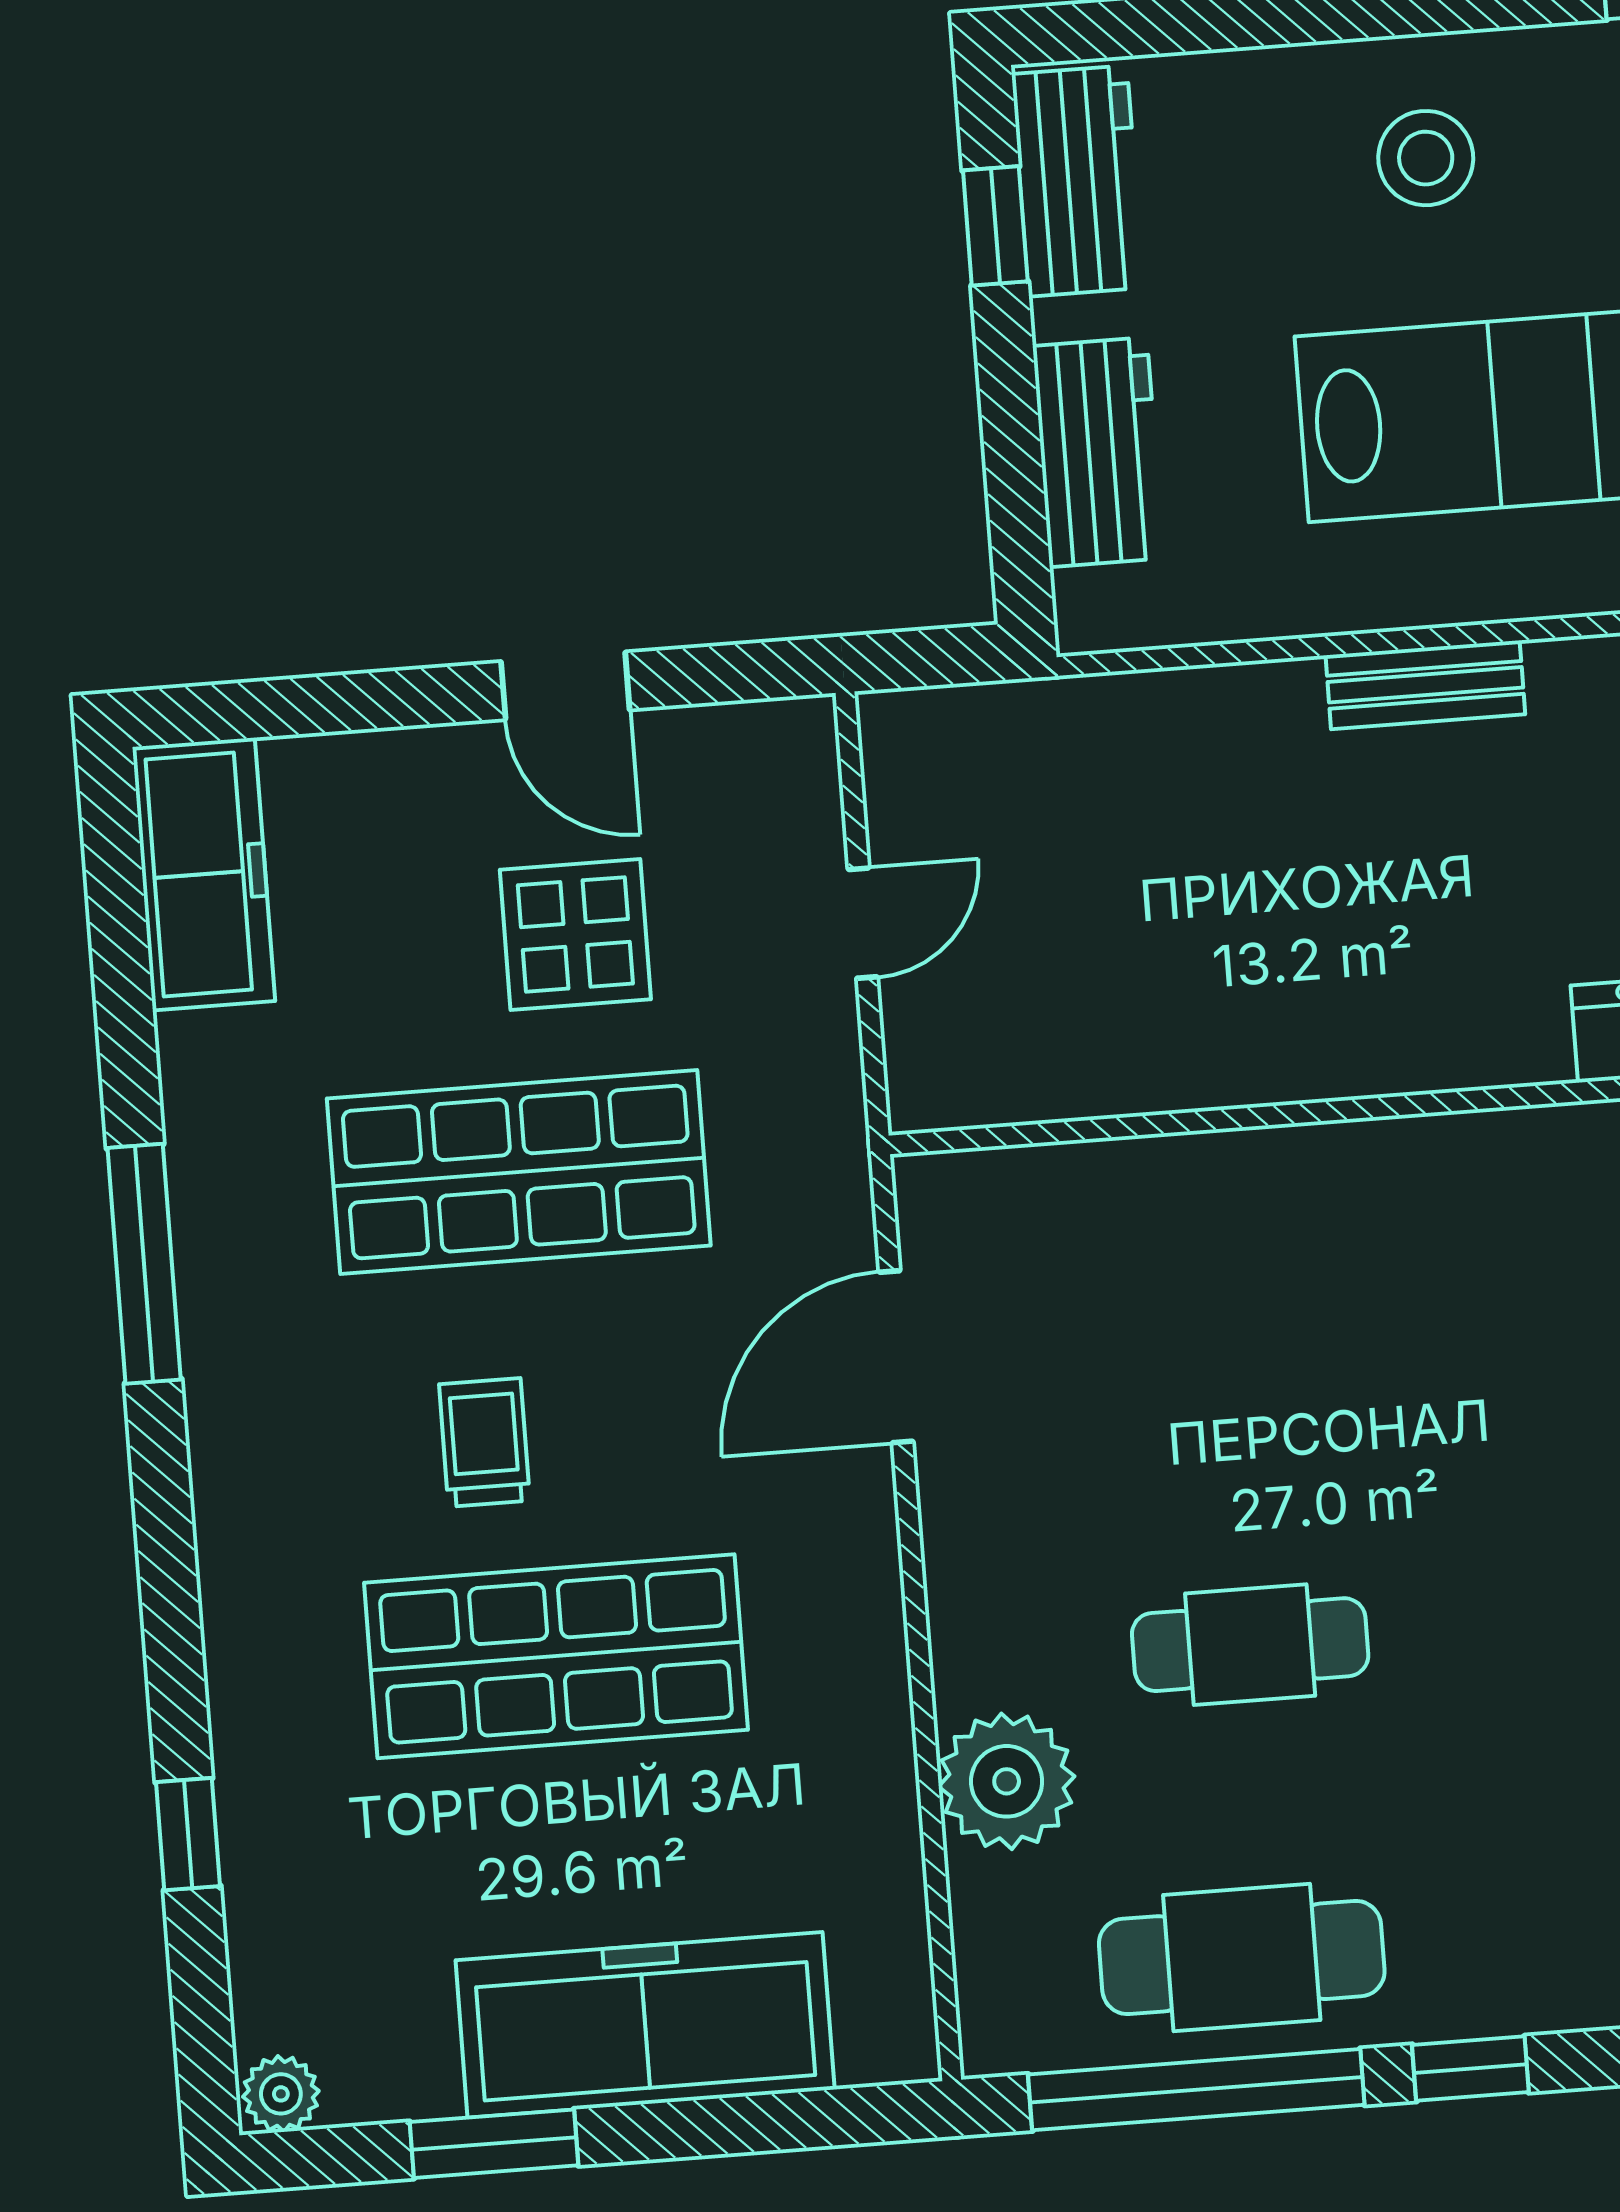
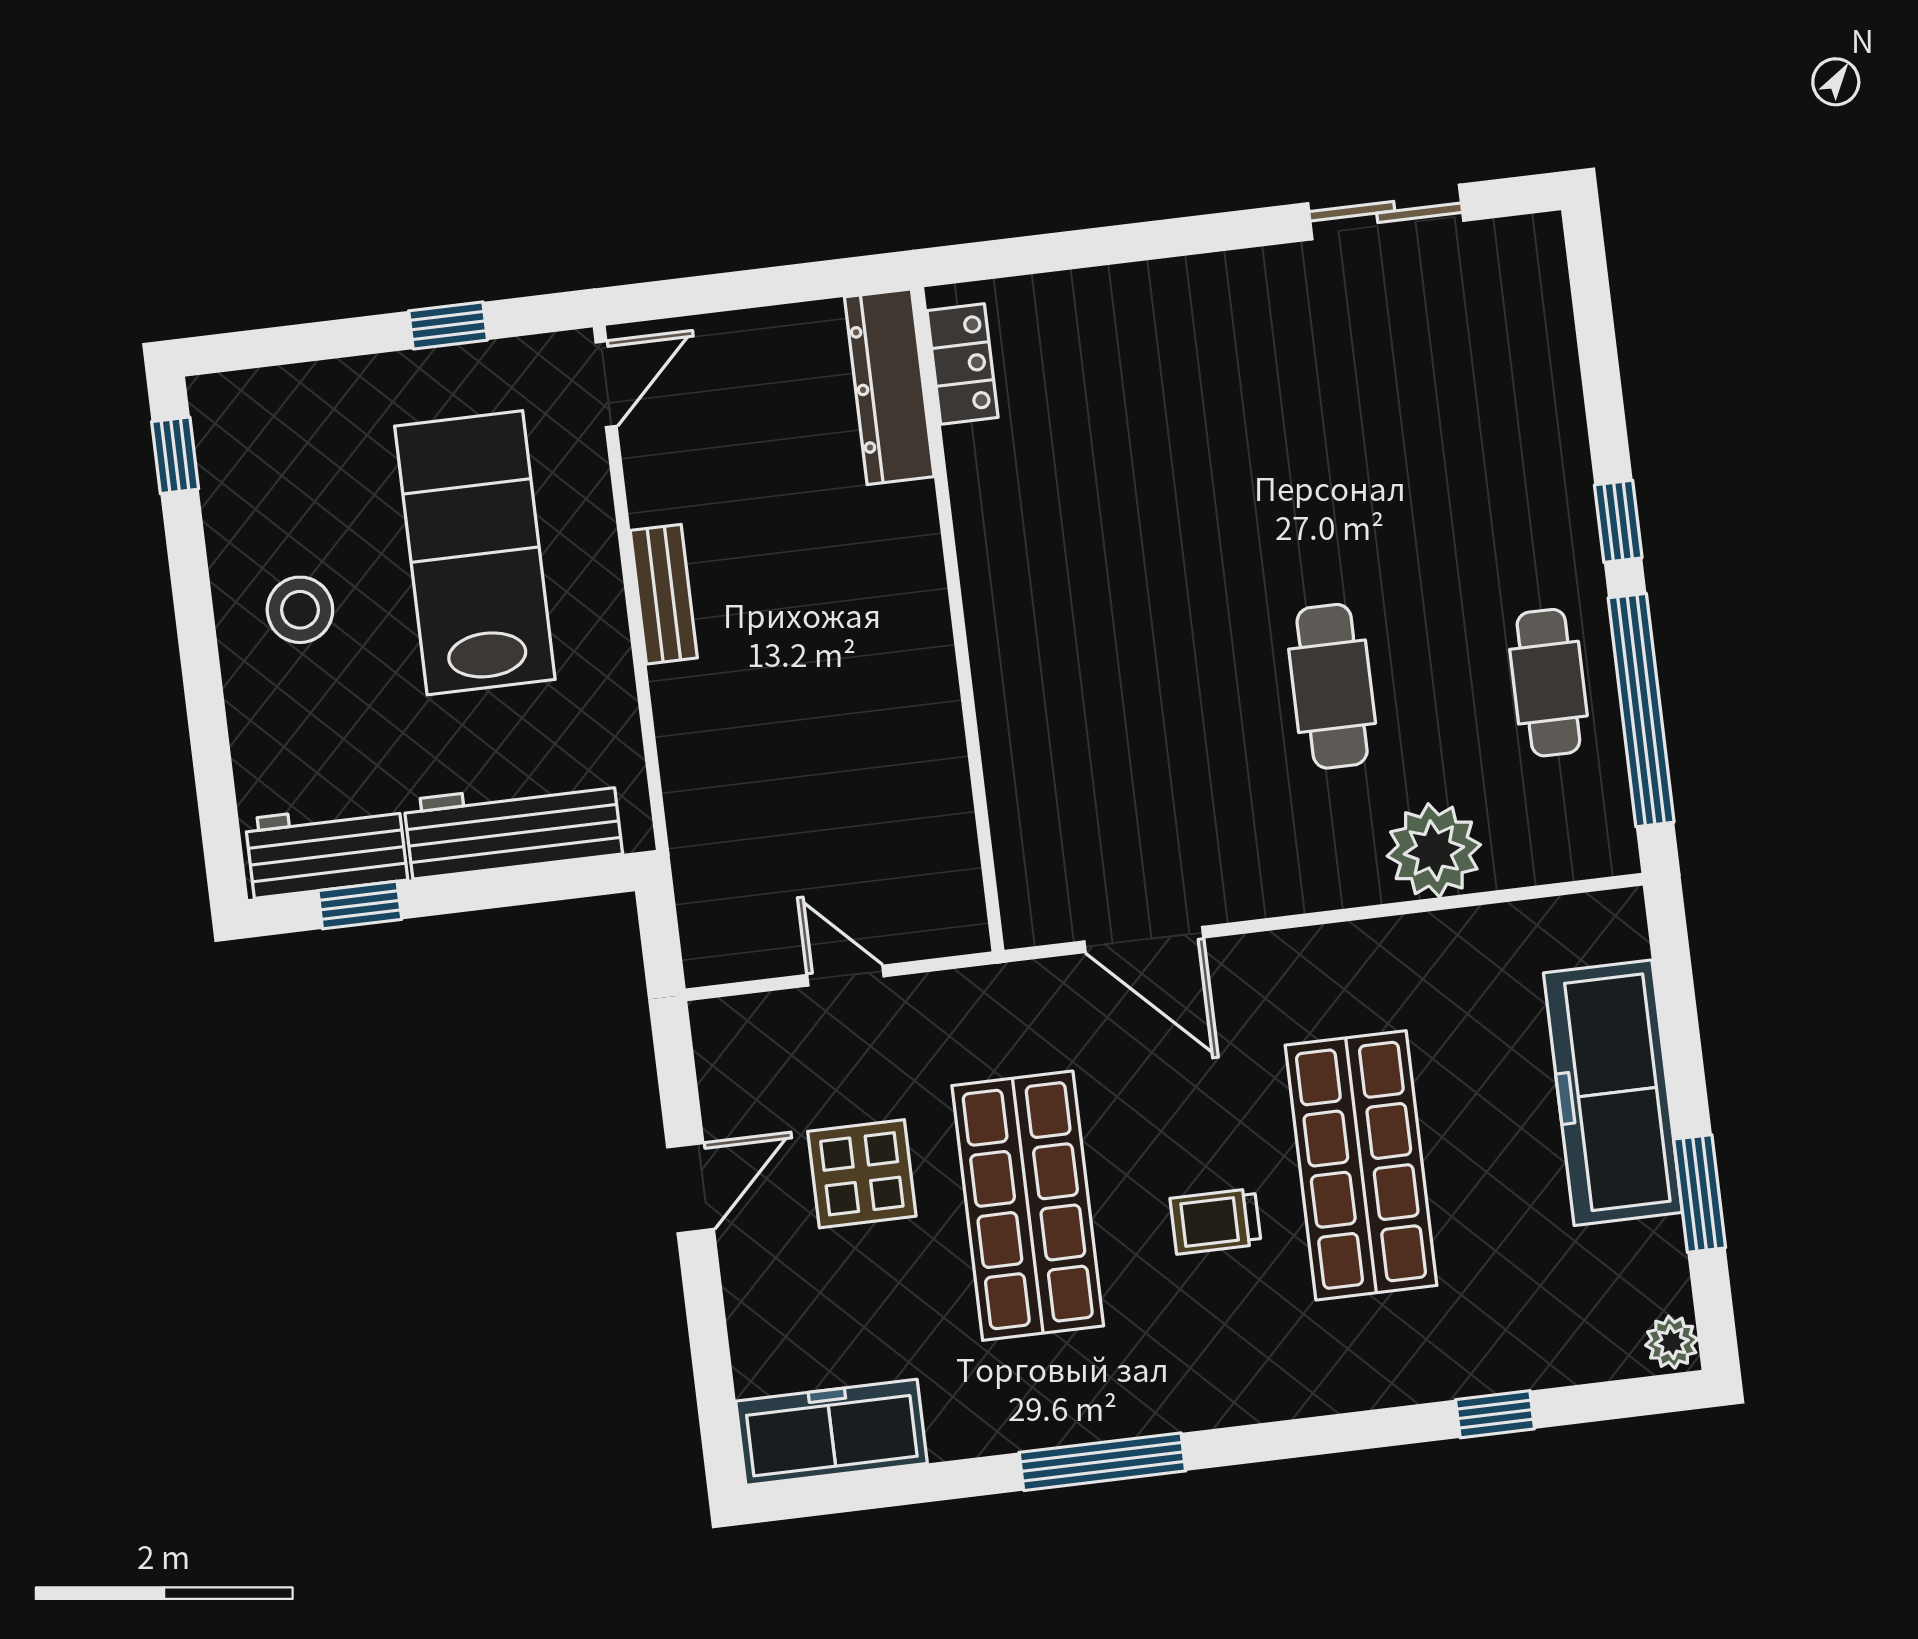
workbench: (1098, 452) -> (513, 827), width x1.38
cafe table: (1242, 1958) -> (1548, 683), width x0.73, depth x0.74

